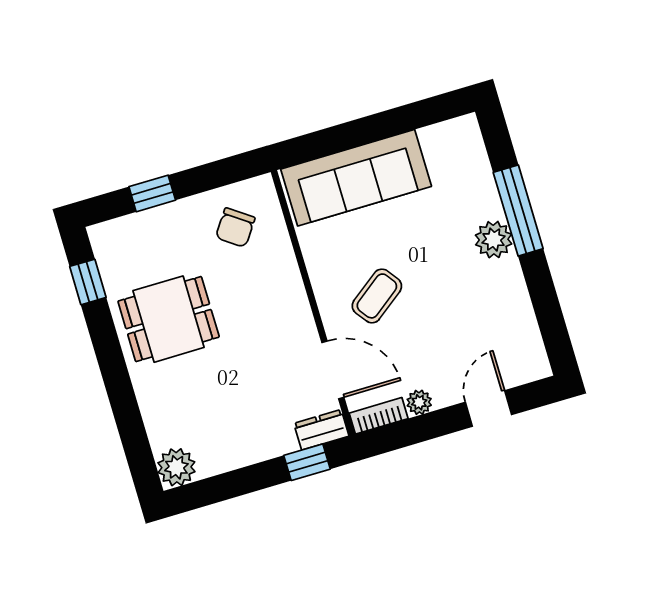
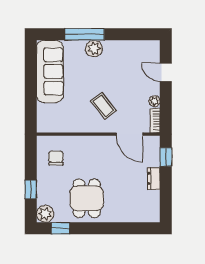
sofa: (356, 178) -> (50, 71), moved
chair: (235, 228) -> (56, 158), turned -125
door: (333, 370) -> (129, 134), swing flipped
dresser: (321, 430) -> (154, 178), moved
plant: (176, 467) -> (45, 214), moved

